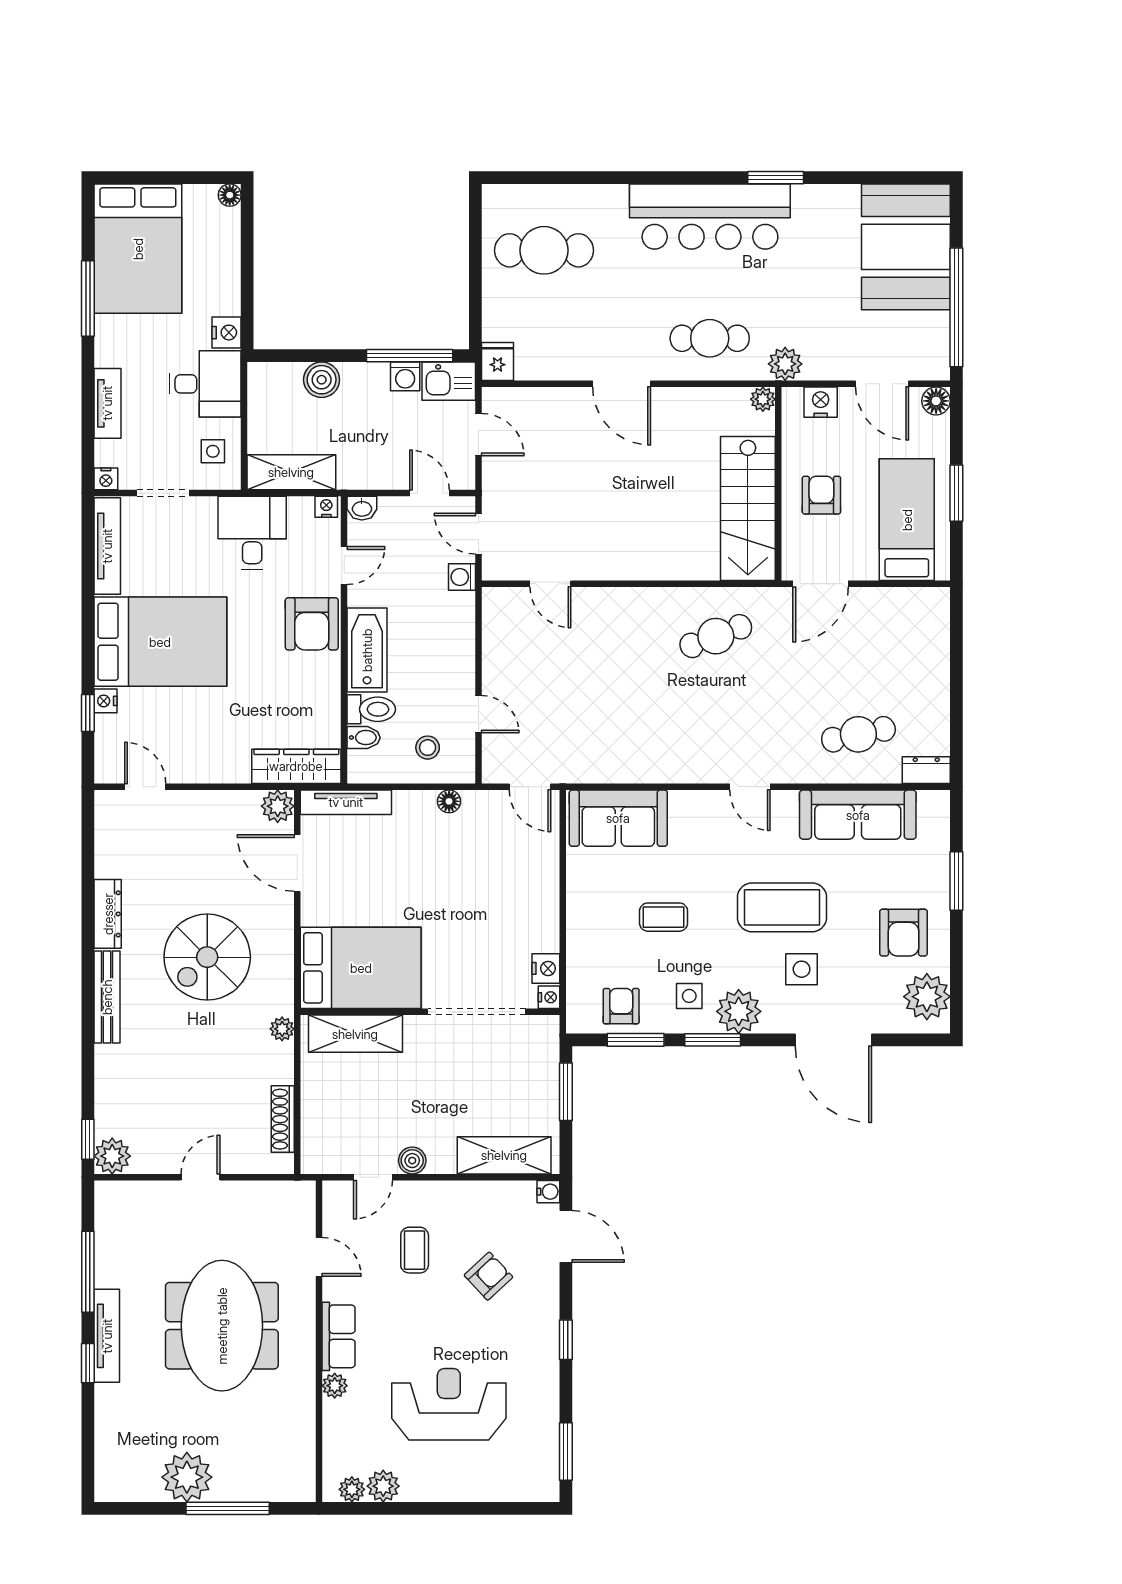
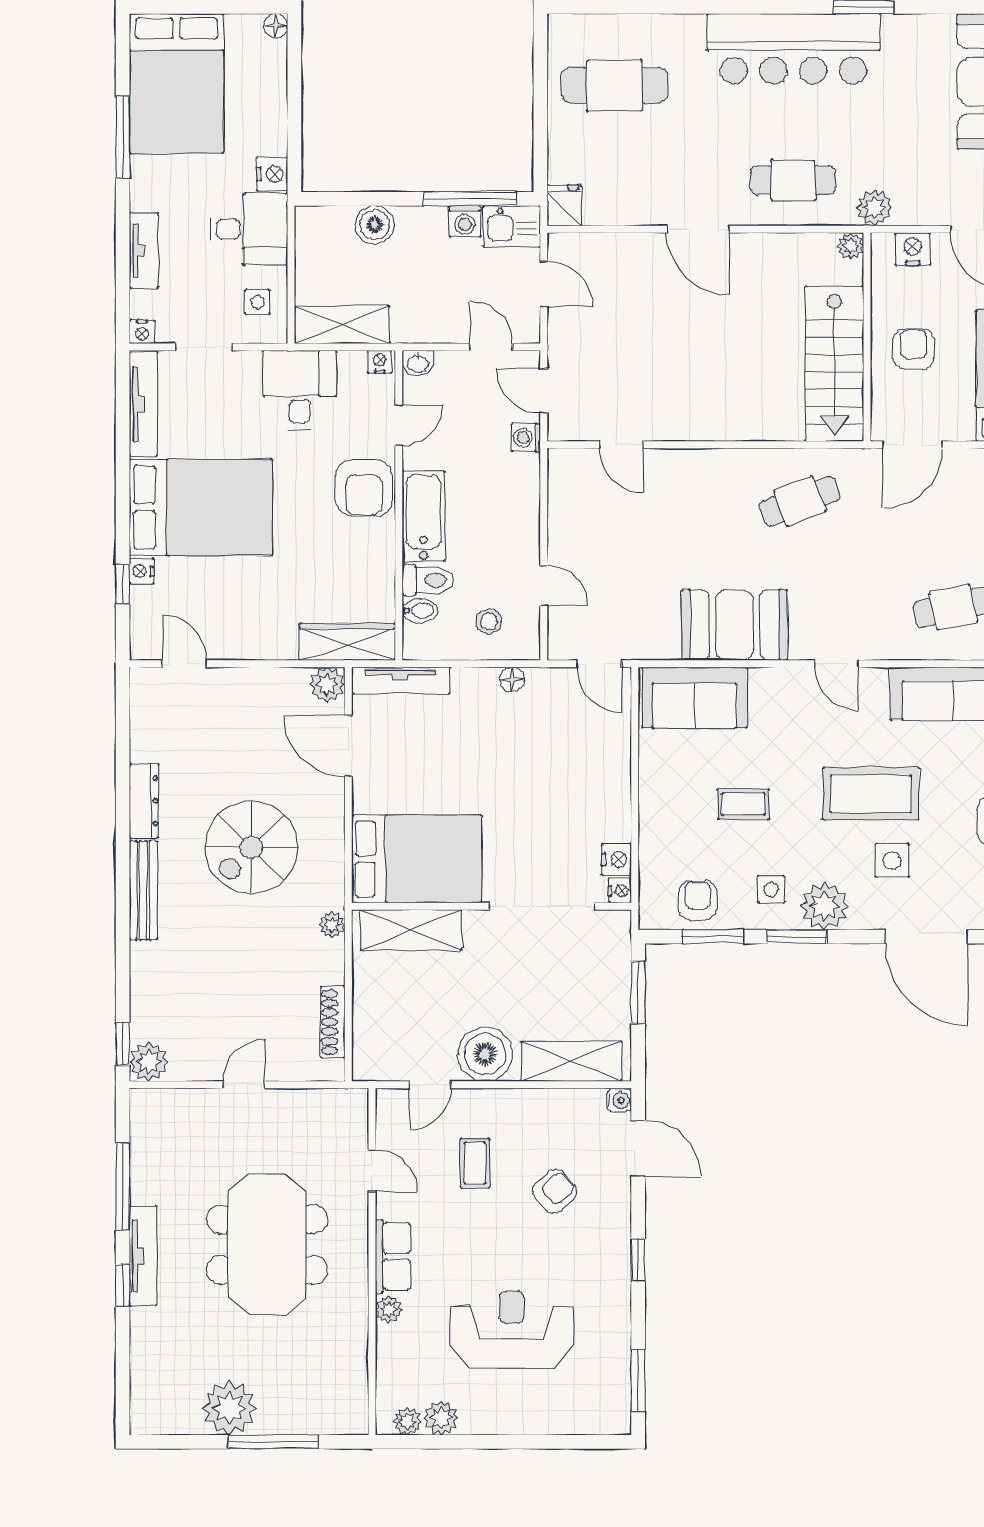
booth: (655, 751) -> (735, 625), added
boiler: (412, 1161) -> (485, 1054), width x1.86, depth x1.86

